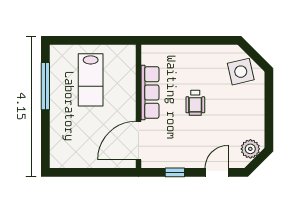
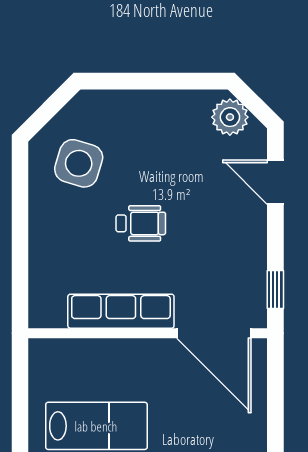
side table: (241, 72) -> (79, 163), moved, turned 30
window: (175, 172) -> (275, 289), moved

